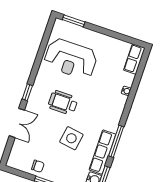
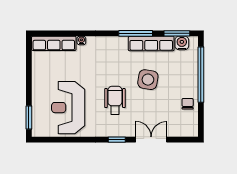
reception desk: (71, 59) -> (68, 108), turned 180
row of seats: (134, 59) -> (54, 43), width x1.48
wheelchair: (63, 103) -> (115, 100), turned 180

